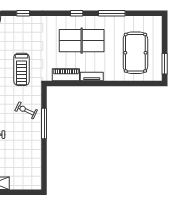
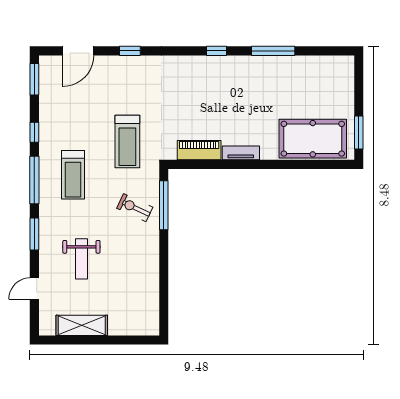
table tennis table: (82, 41) -> (224, 95), removed
pool table: (135, 53) -> (313, 139), moved, turned 90
window: (44, 123) -> (164, 205), moved

